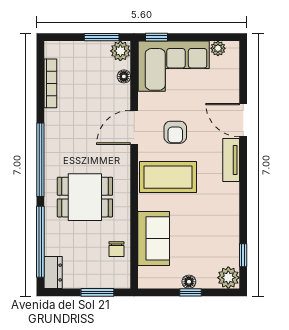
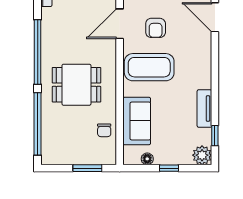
tv unit: (231, 160) -> (204, 108), moved
dresser: (53, 273) -> (49, 151), removed
floor lamp: (189, 282) -> (147, 159), moved

